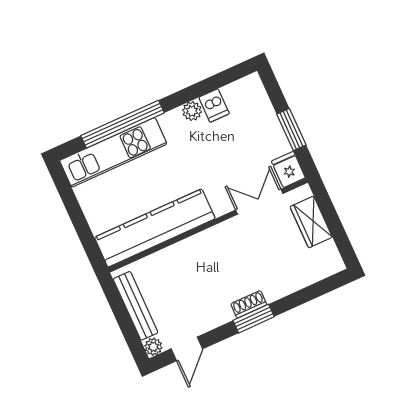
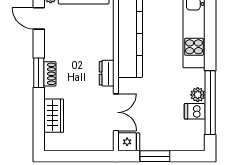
window: (123, 124) -> (210, 103), moved
wardrobe: (311, 222) -> (54, 116), moved, turned 90
dresser: (216, 235) -> (107, 73), added

